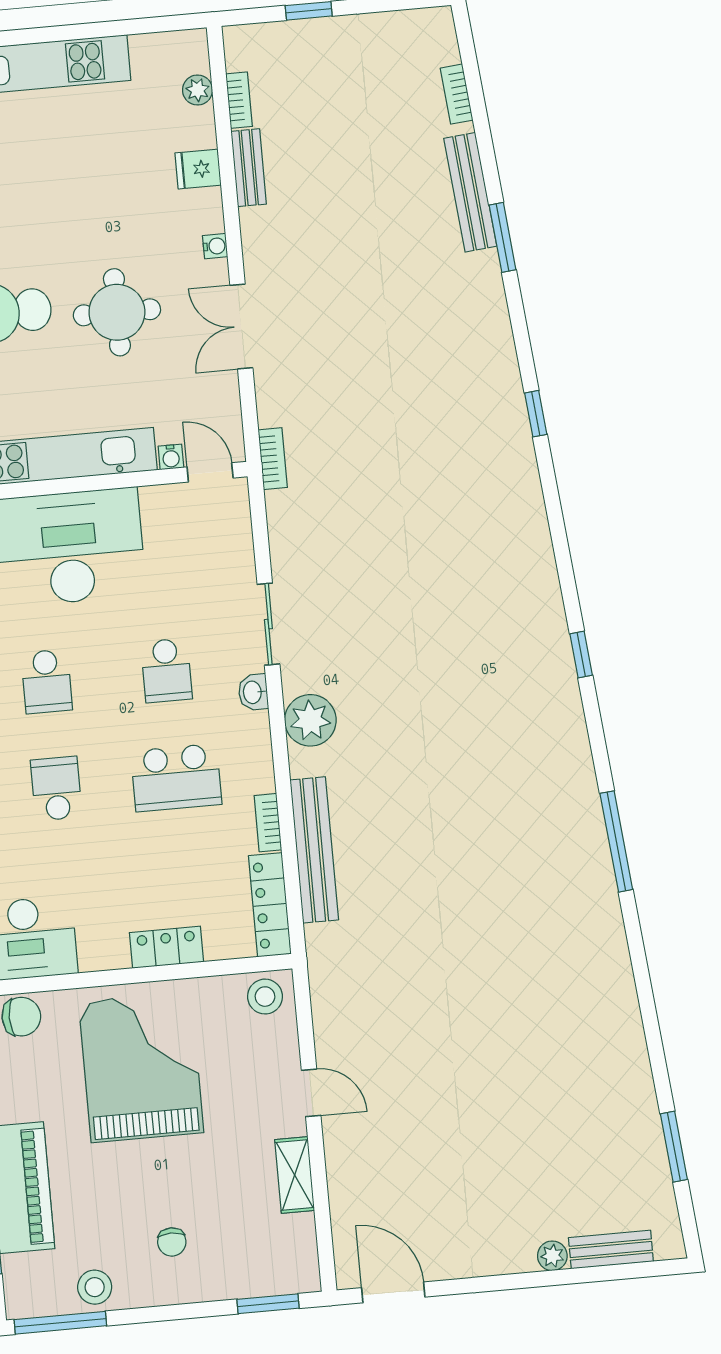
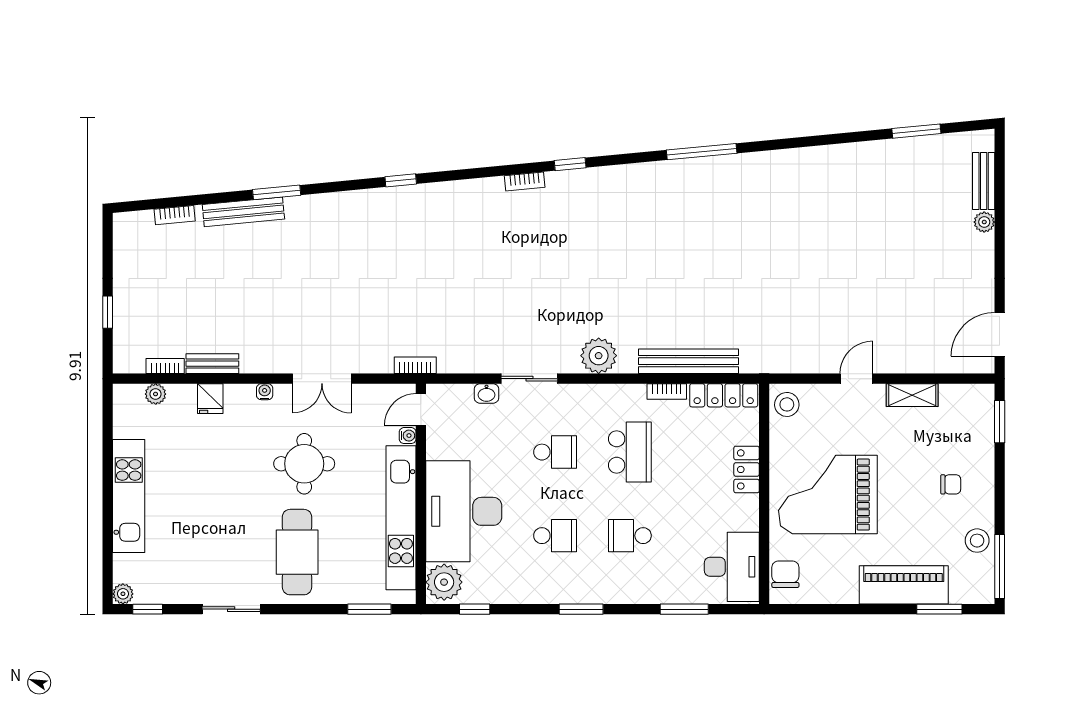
bookcase: (550, 591) -> (525, 181), added
washbasin: (253, 692) -> (486, 393), moved

